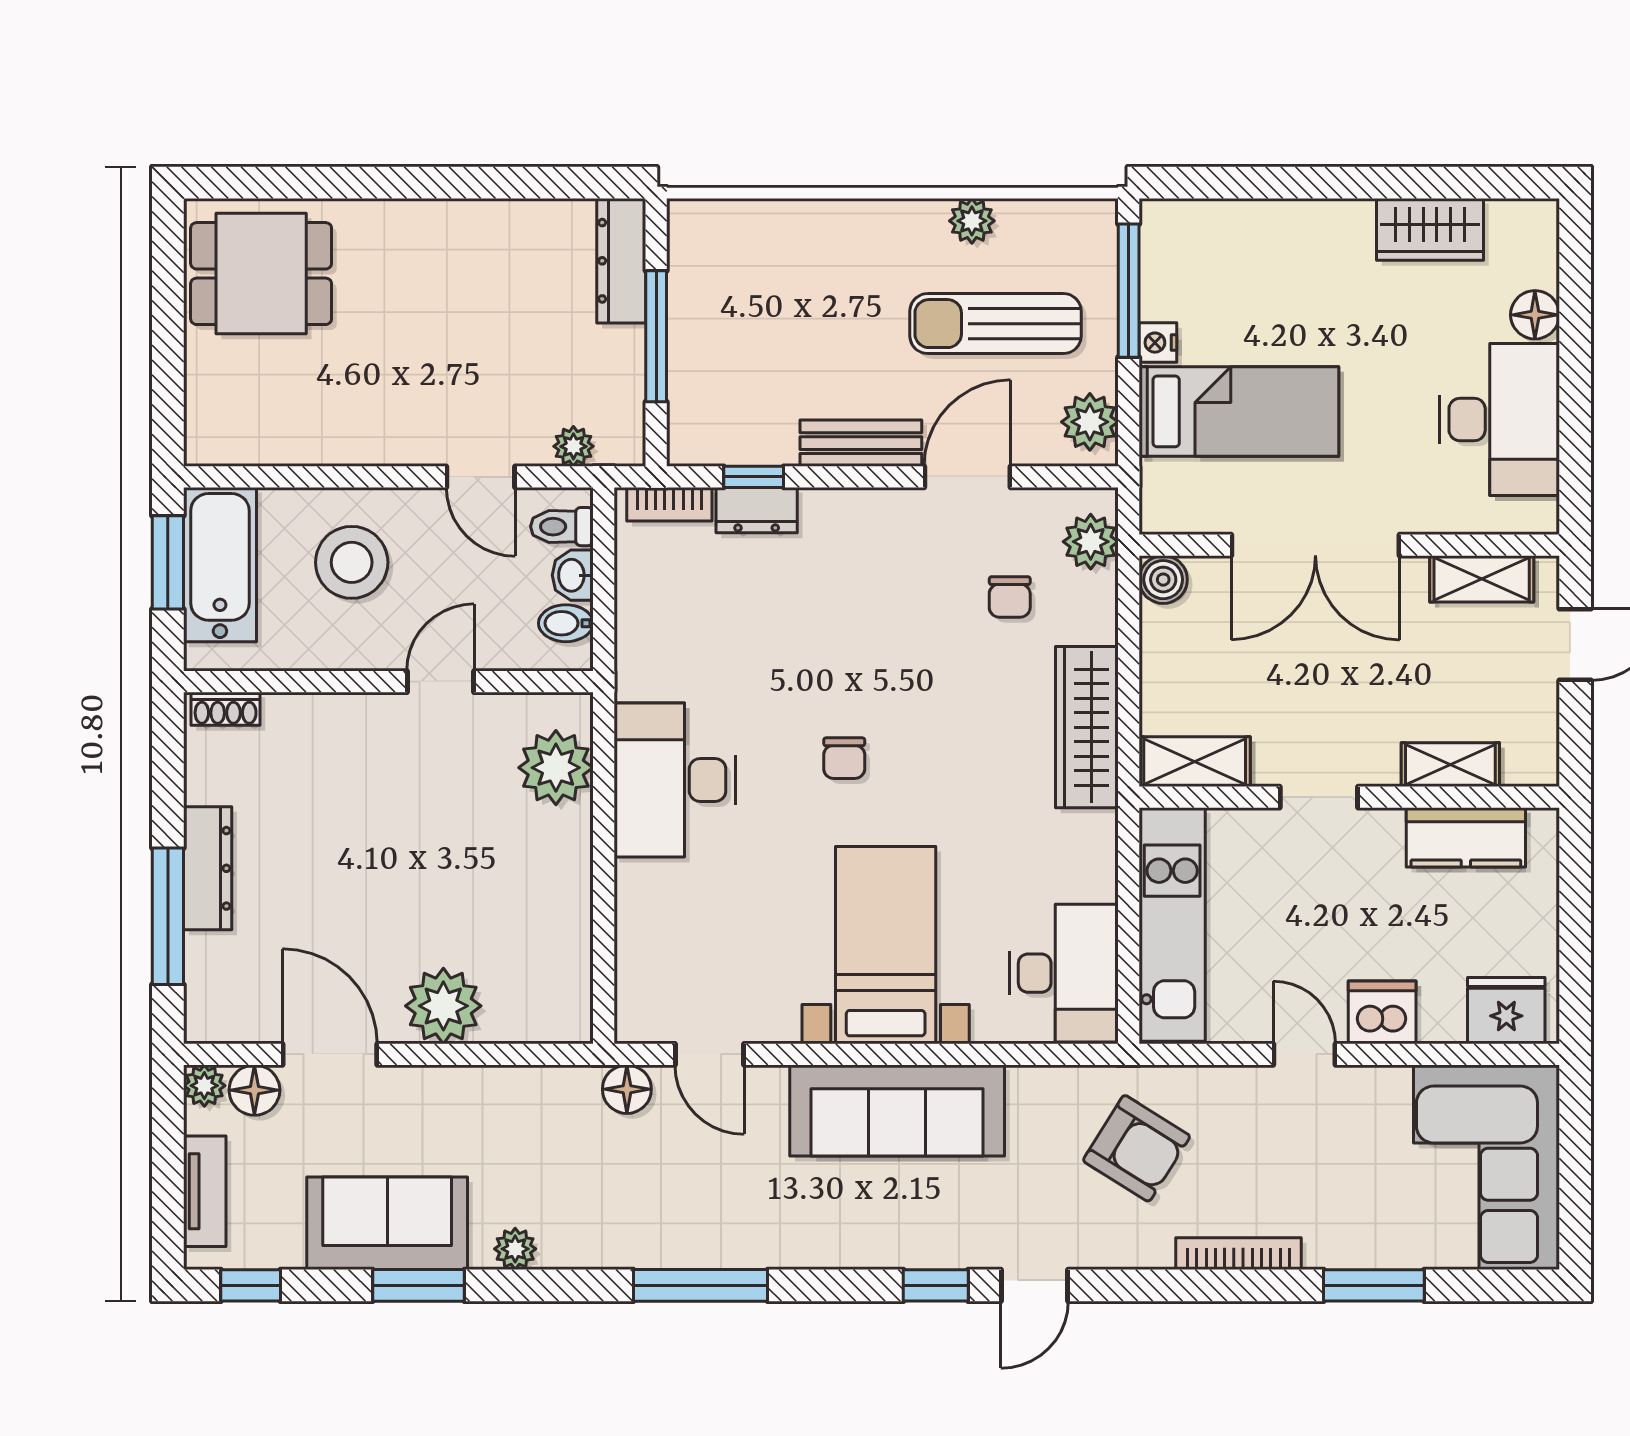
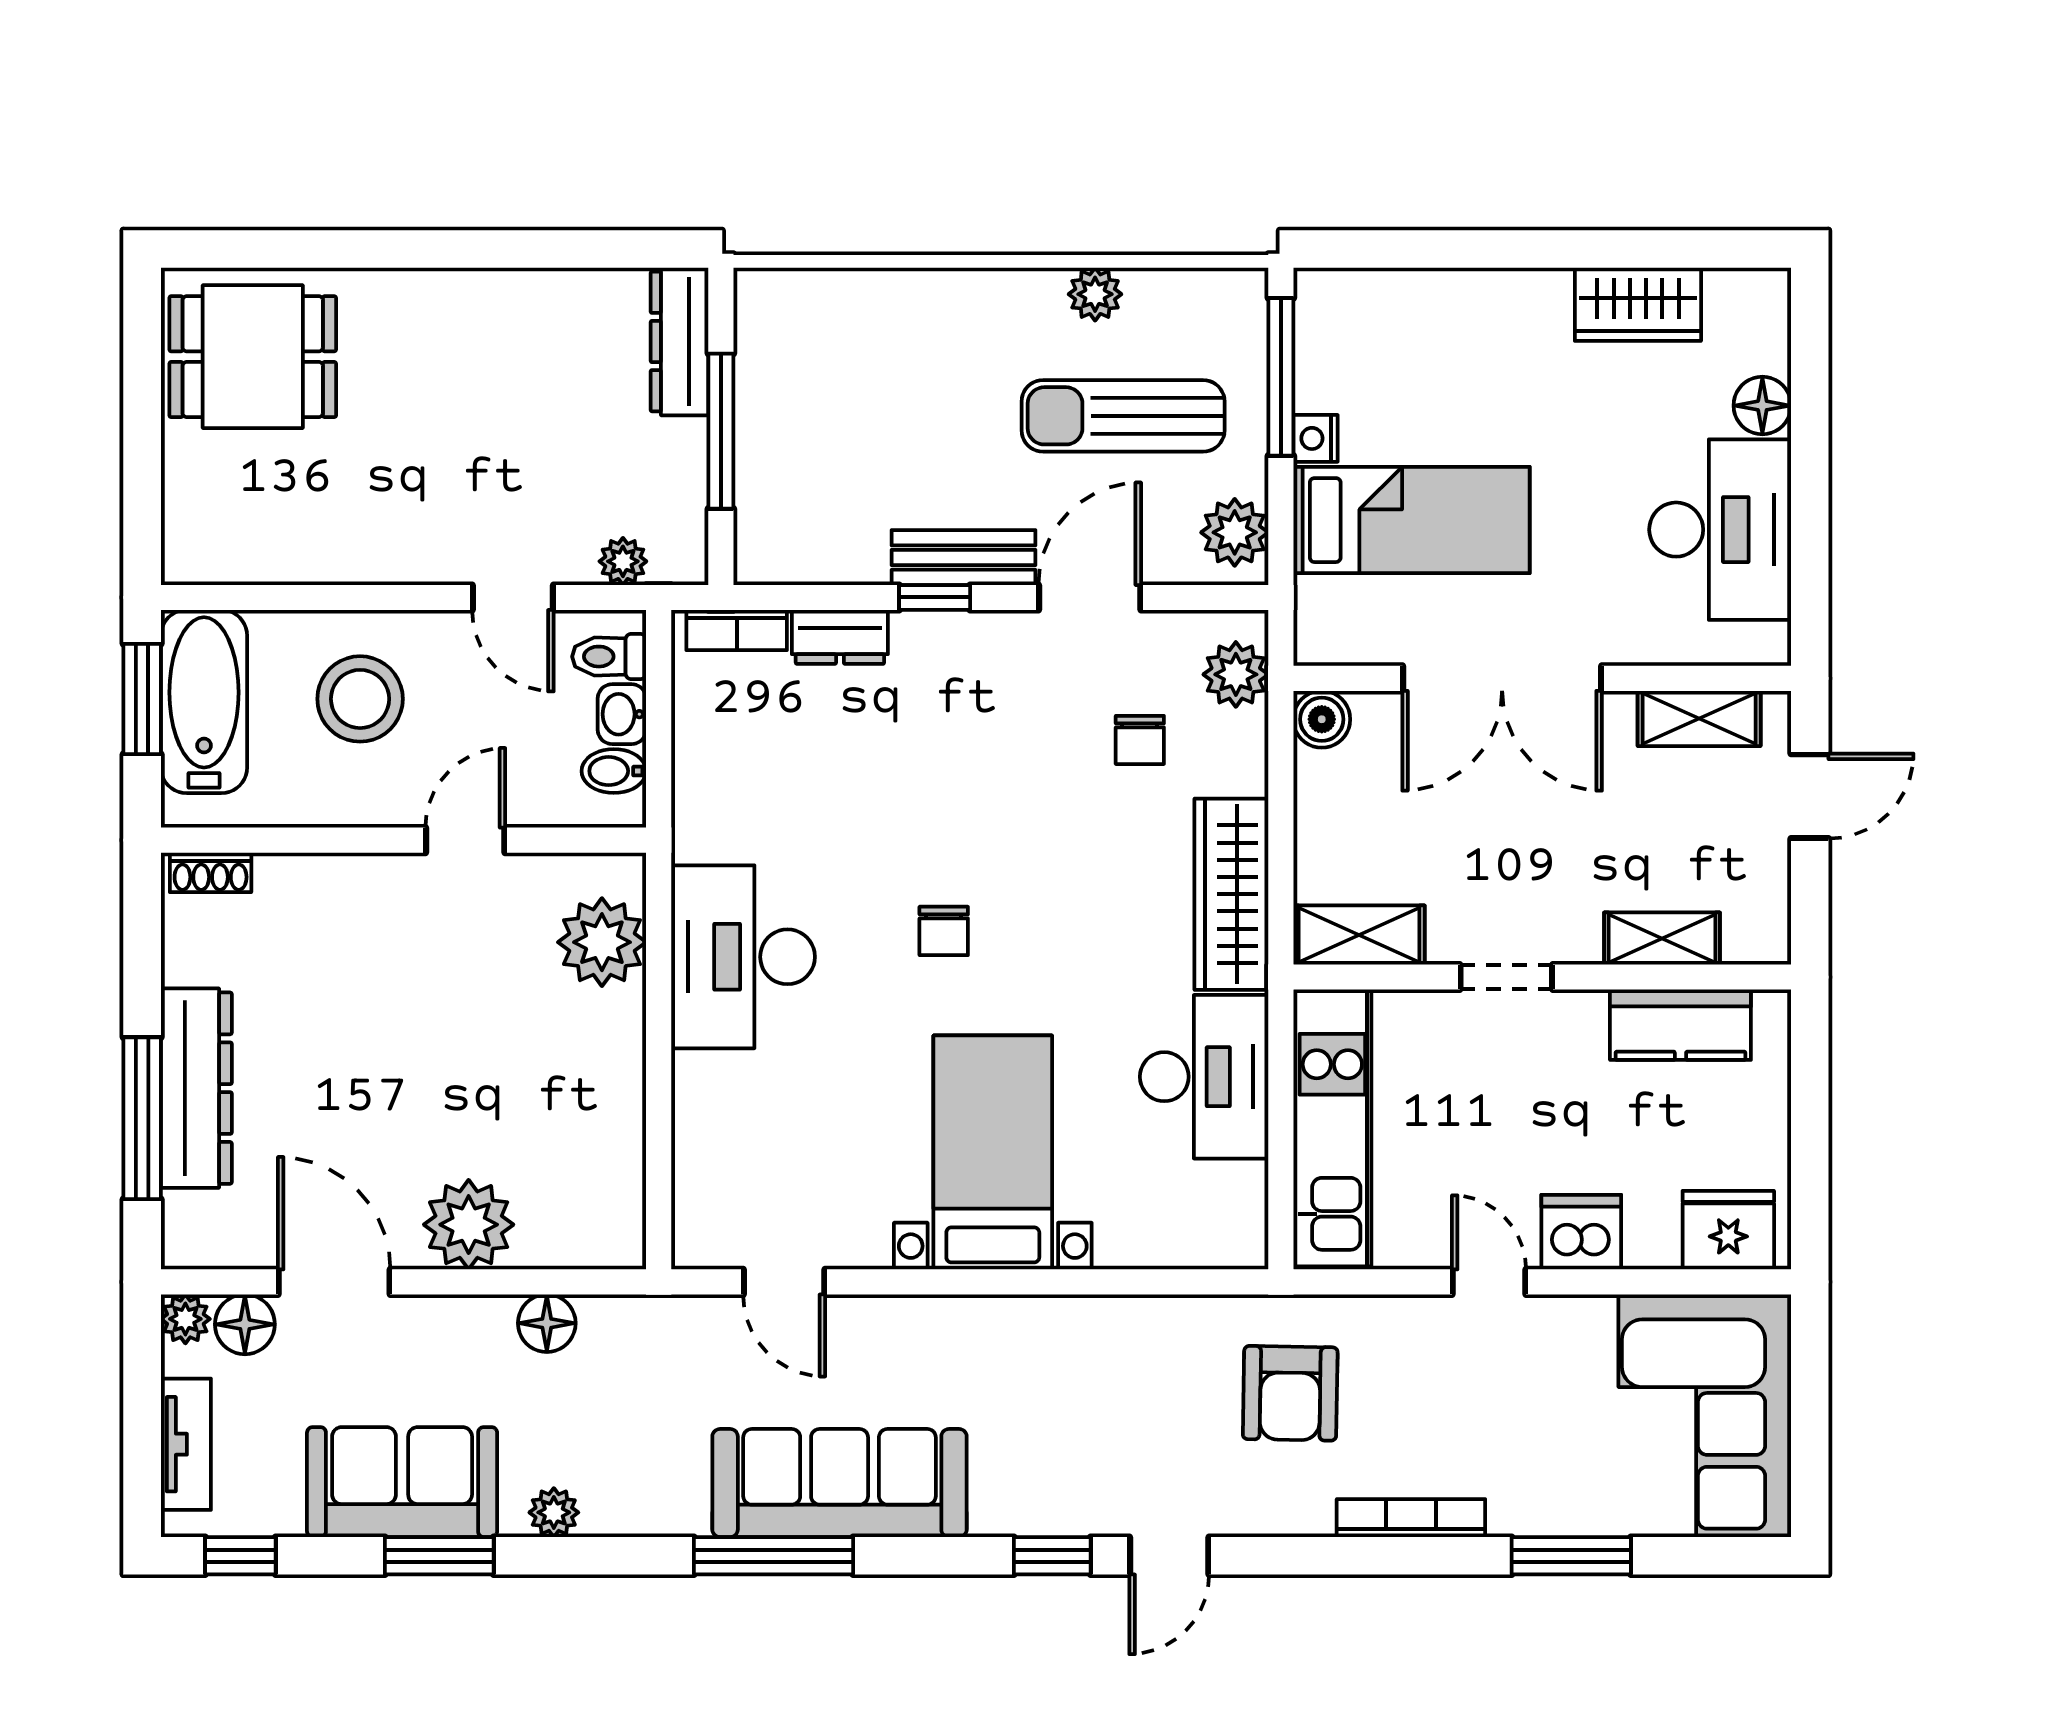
window: (754, 477) -> (935, 597), moved
dresser: (208, 868) -> (196, 1088), width x1.37, depth x1.24
desk: (1064, 973) -> (1204, 1077), moved
floor lamp: (627, 1089) -> (547, 1323), moved
sofa: (897, 1110) -> (840, 1483), moved, turned 180
armchair: (1137, 1148) -> (1290, 1393), turned 59

